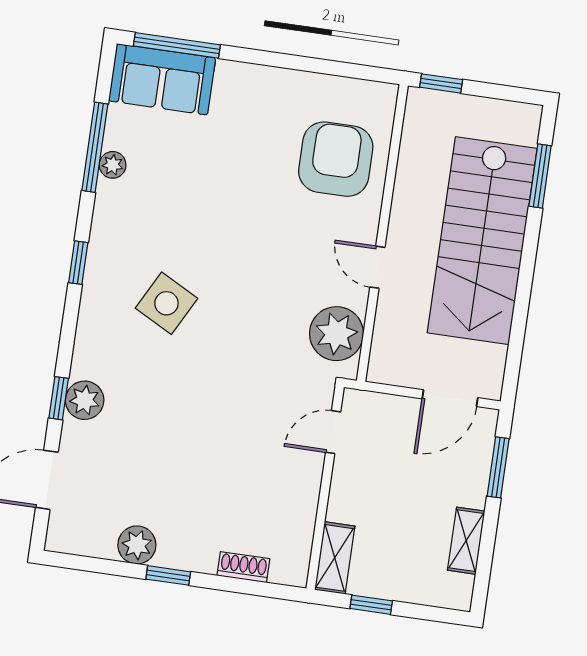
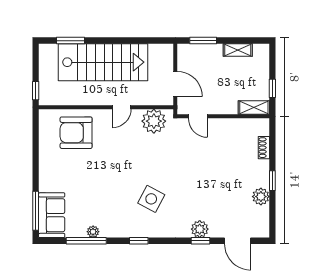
door: (450, 398) -> (175, 84), moved

